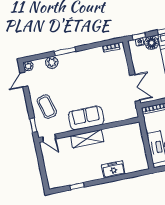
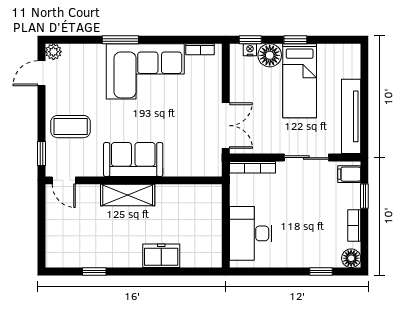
plant: (52, 62) -> (94, 54), removed
corner sofa: (83, 66) -> (145, 71), added
coffee table: (47, 107) -> (71, 127), turned -76

